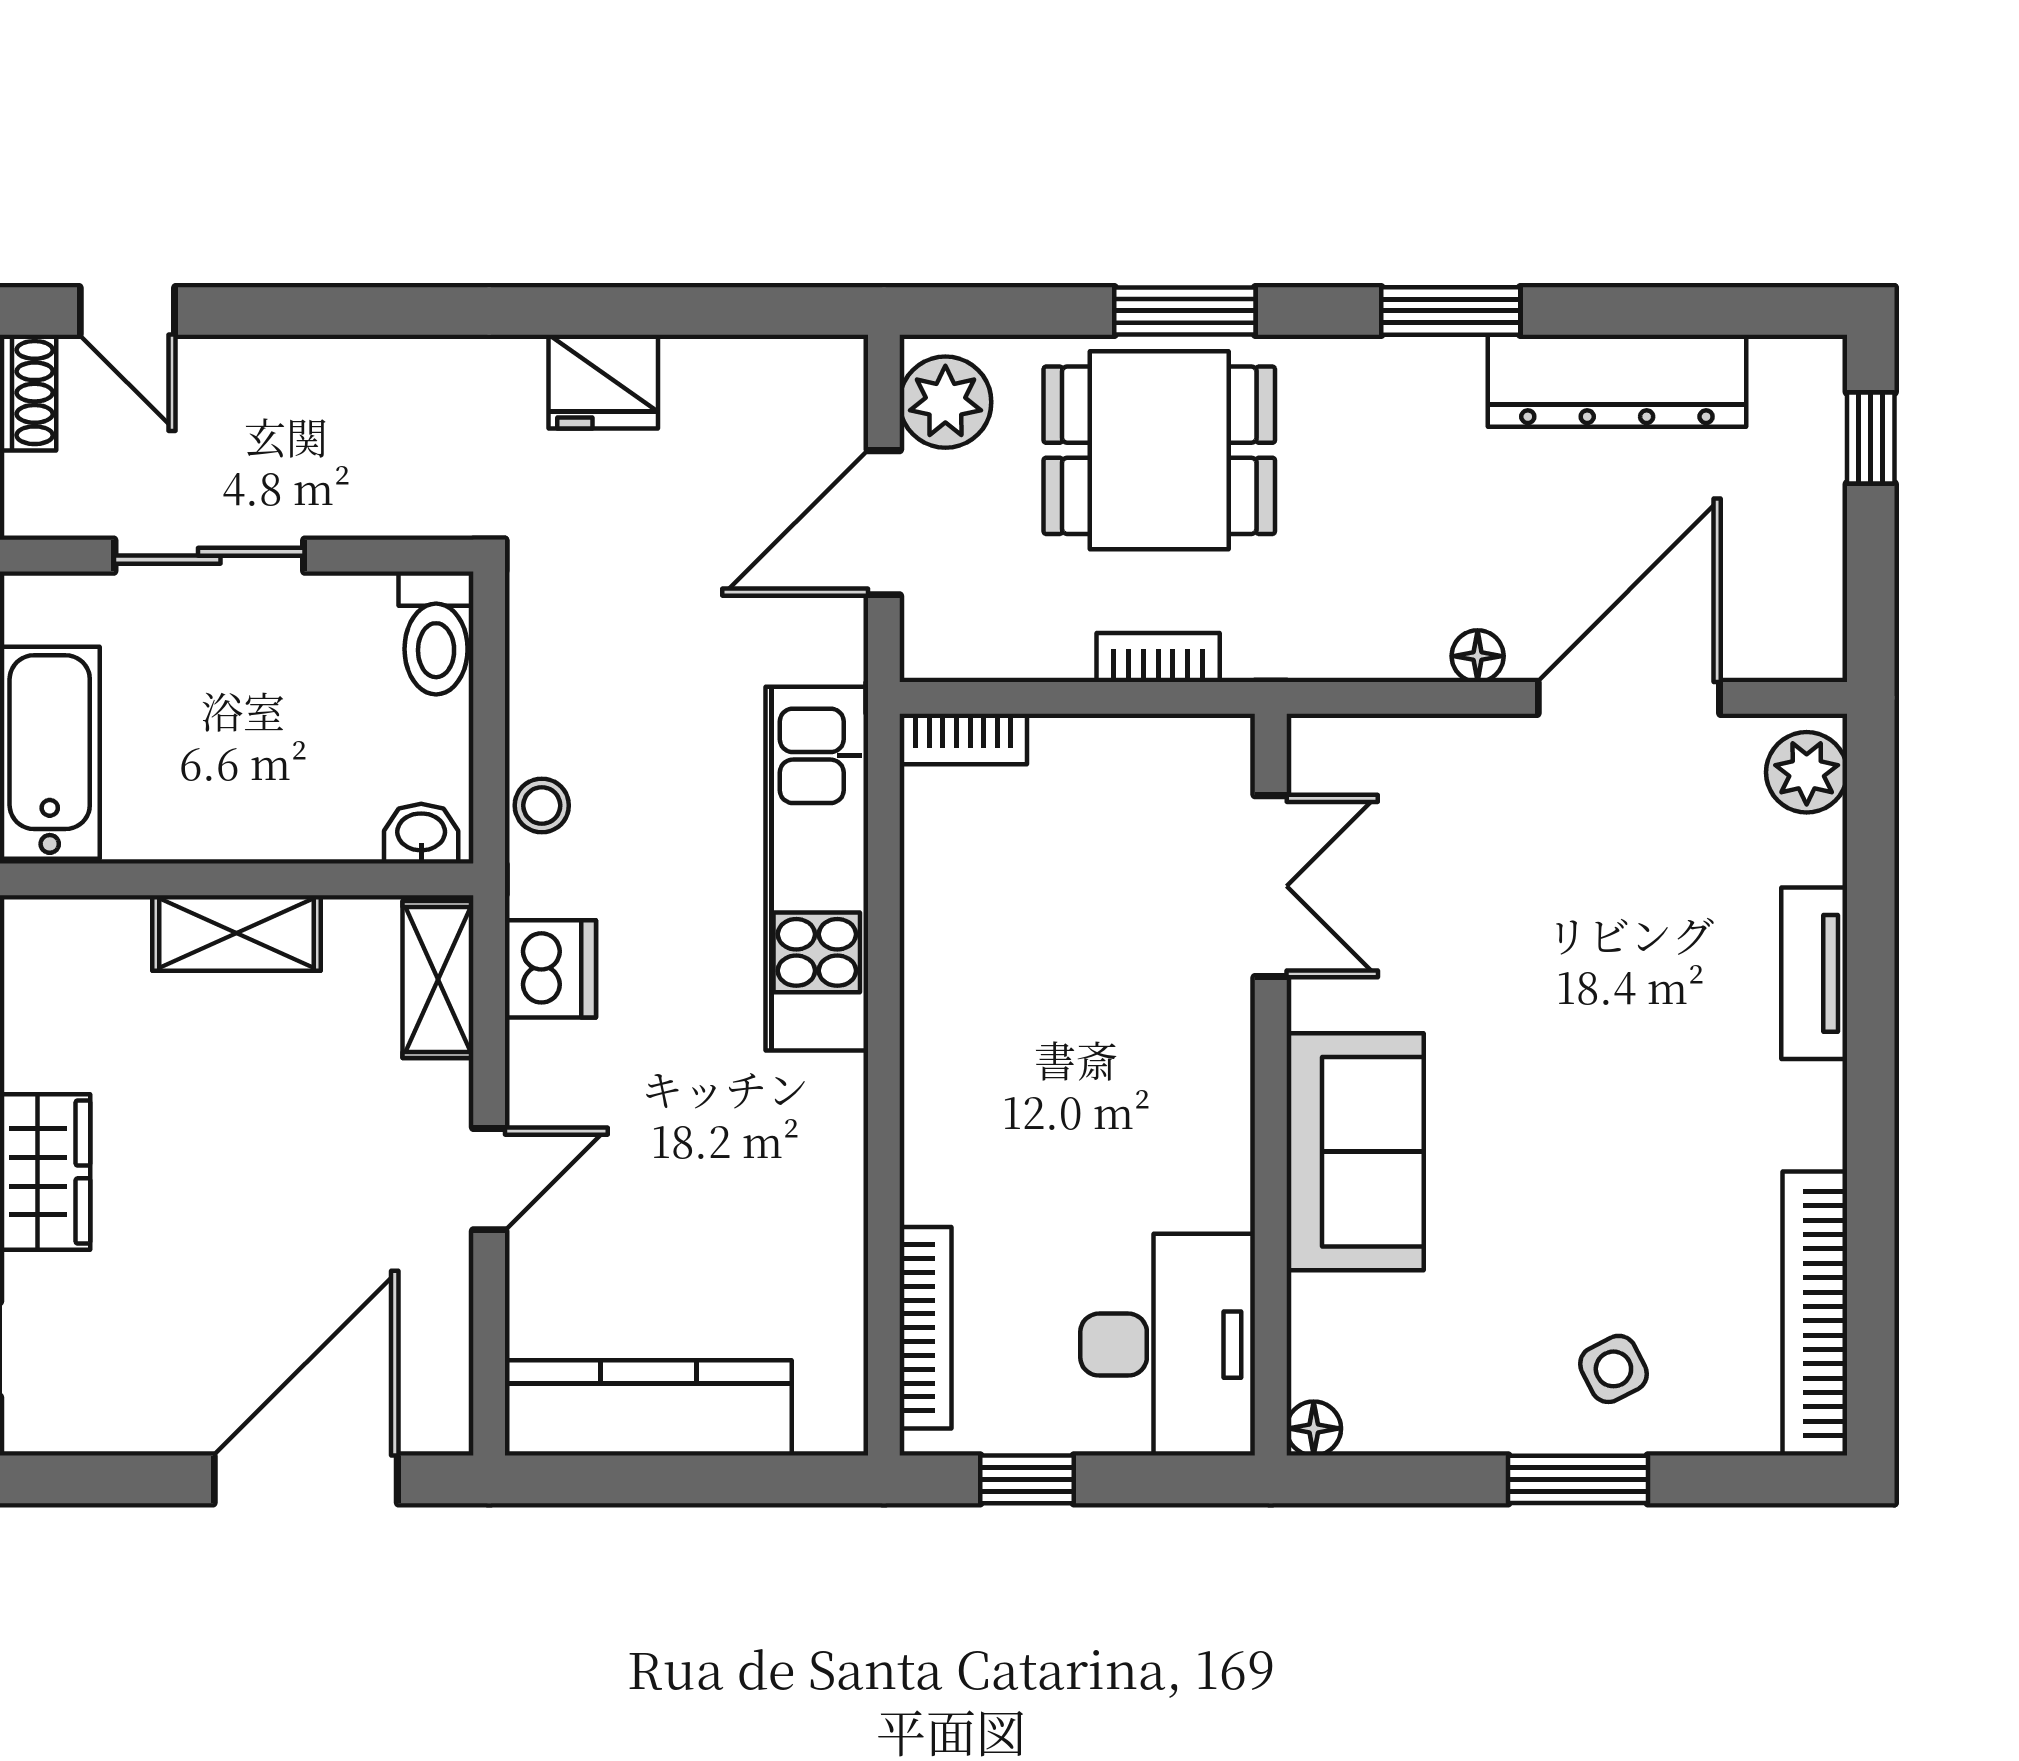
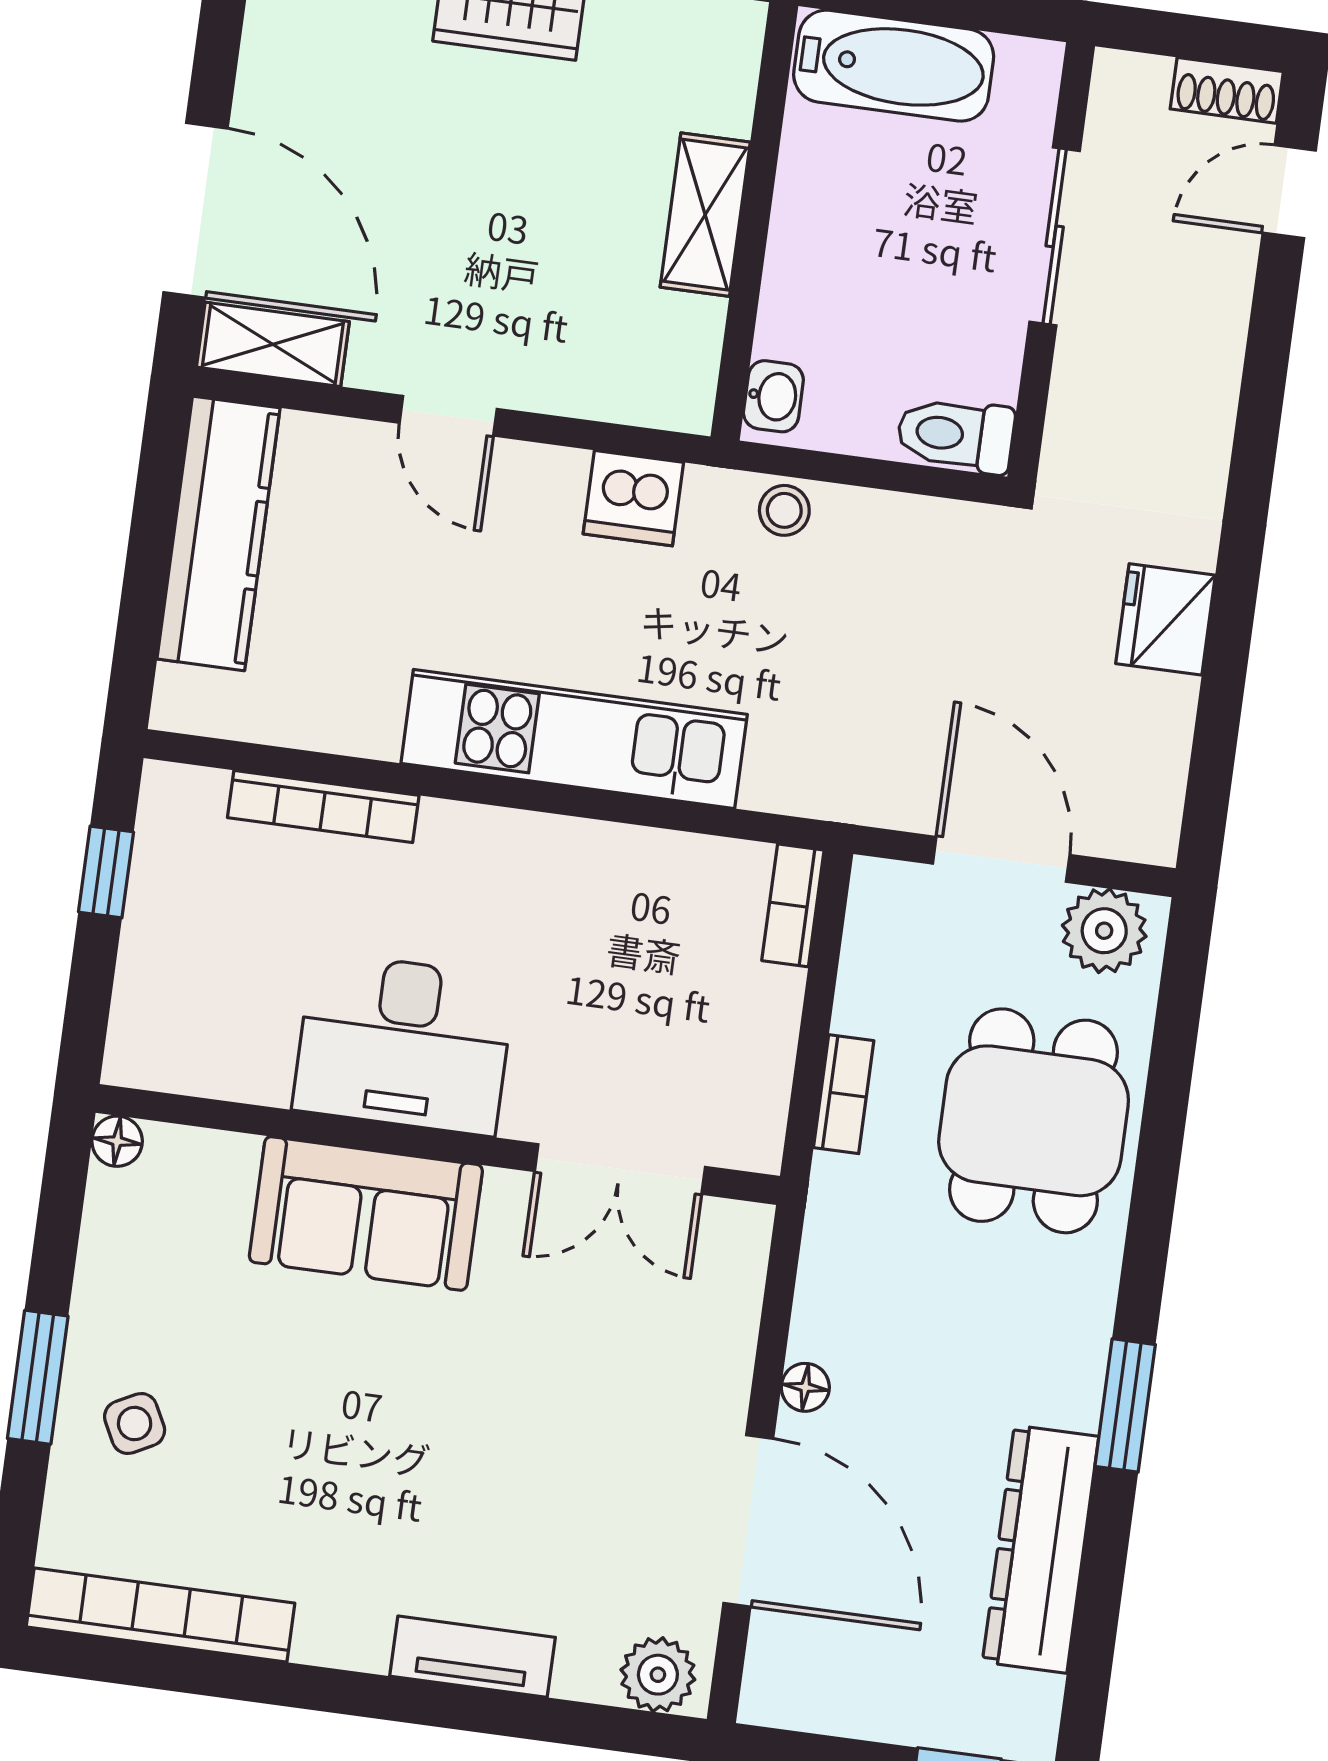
window: (1185, 311) -> (1158, 1162), removed
kitchen unit: (817, 869) -> (574, 739), moved
shelving: (438, 979) -> (273, 344), moved
bookcase: (926, 1328) -> (323, 807), moved
desk: (1168, 1345) -> (404, 1044), moved

